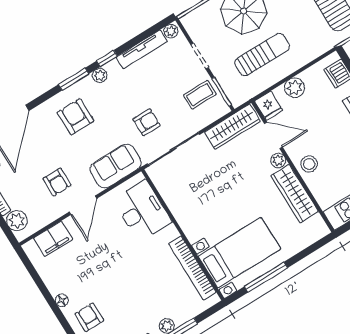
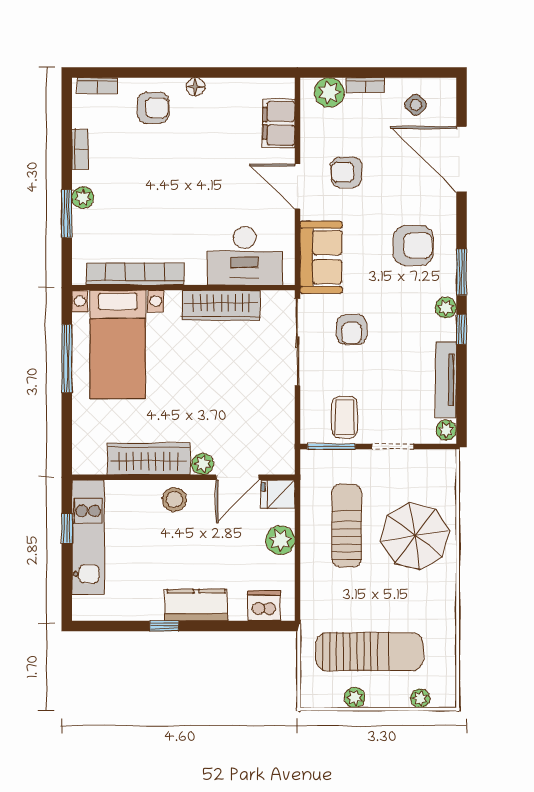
sun lounger: (262, 55) -> (347, 525), turned 180
wardrobe: (232, 127) -> (221, 305), moved, turned -90

